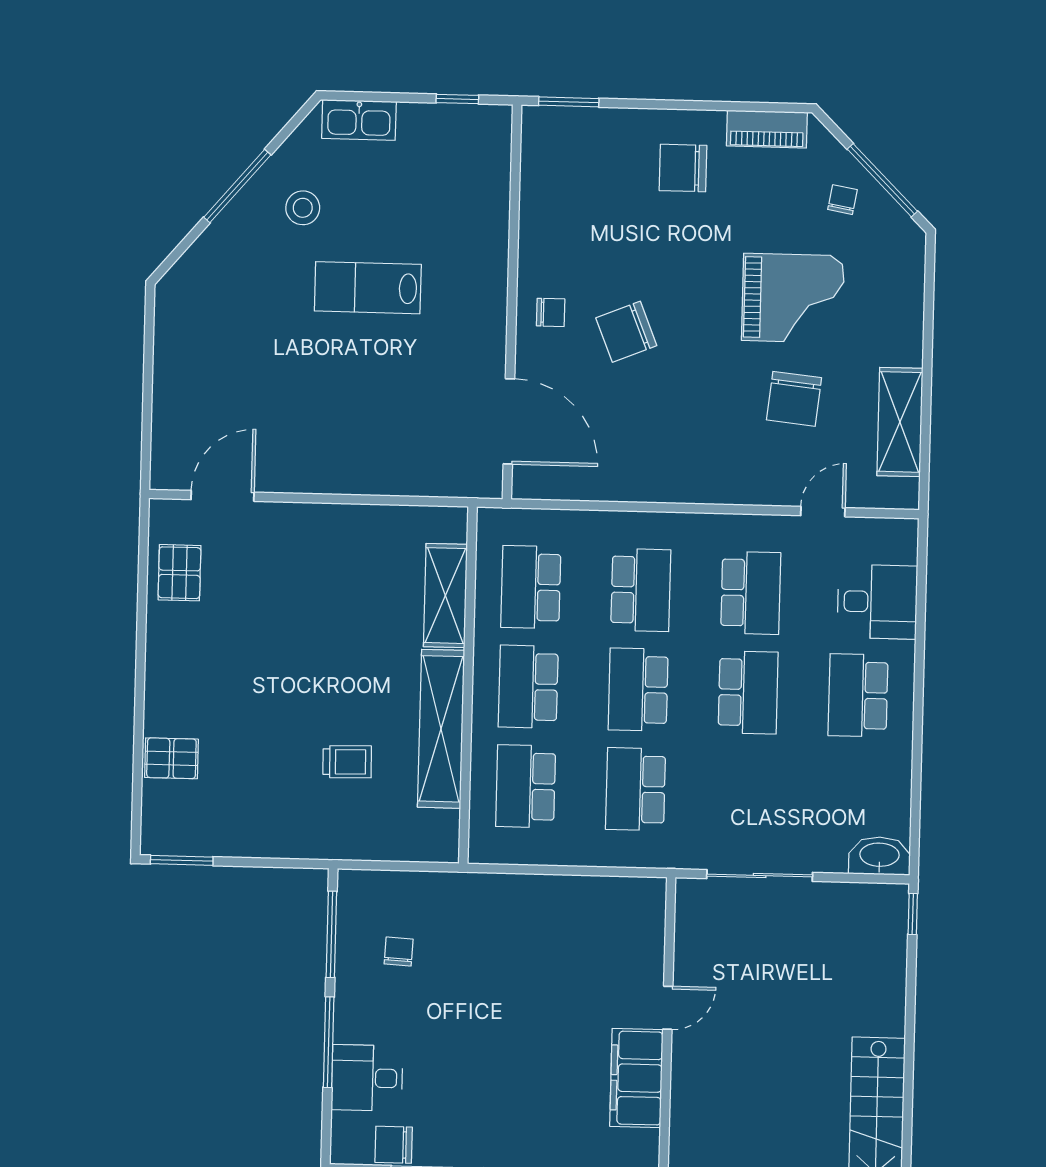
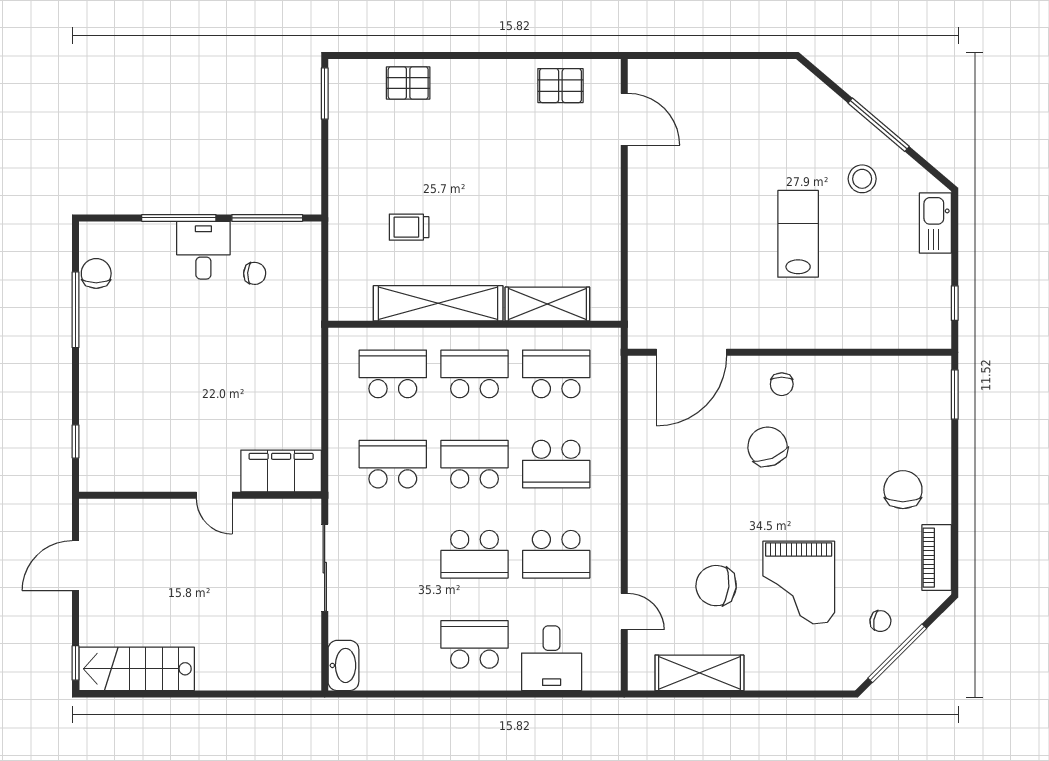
pallet: (171, 758) -> (408, 83), turned 90
trolley: (347, 762) -> (409, 227), turned 91
window: (913, 914) -> (296, 694), removed
desk: (367, 1078) -> (203, 250), moved
filing cabinet: (636, 1078) -> (281, 471), moved

